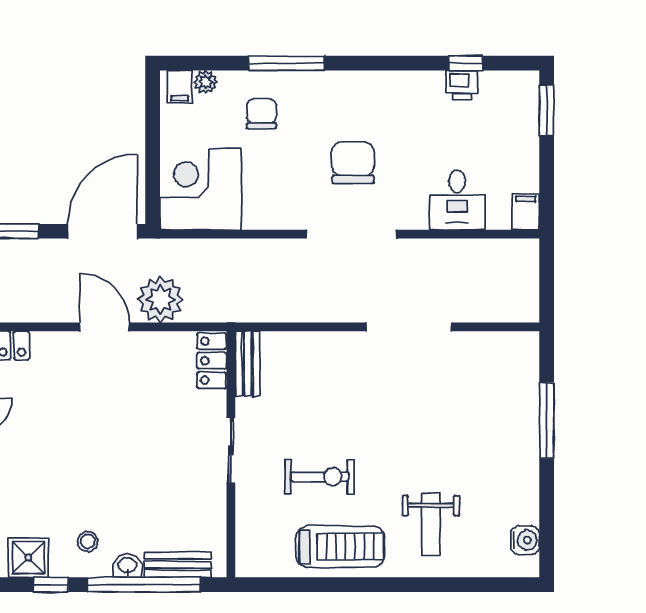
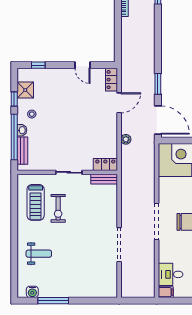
desk: (457, 200) -> (171, 274), moved
plant: (160, 299) -> (126, 139), width x0.53, depth x0.53
door: (104, 327) -> (119, 103), moved
window: (547, 420) -> (53, 301), moved
weight bench: (431, 524) -> (39, 254), turned 180
treadmill: (340, 547) -> (36, 202), moved

